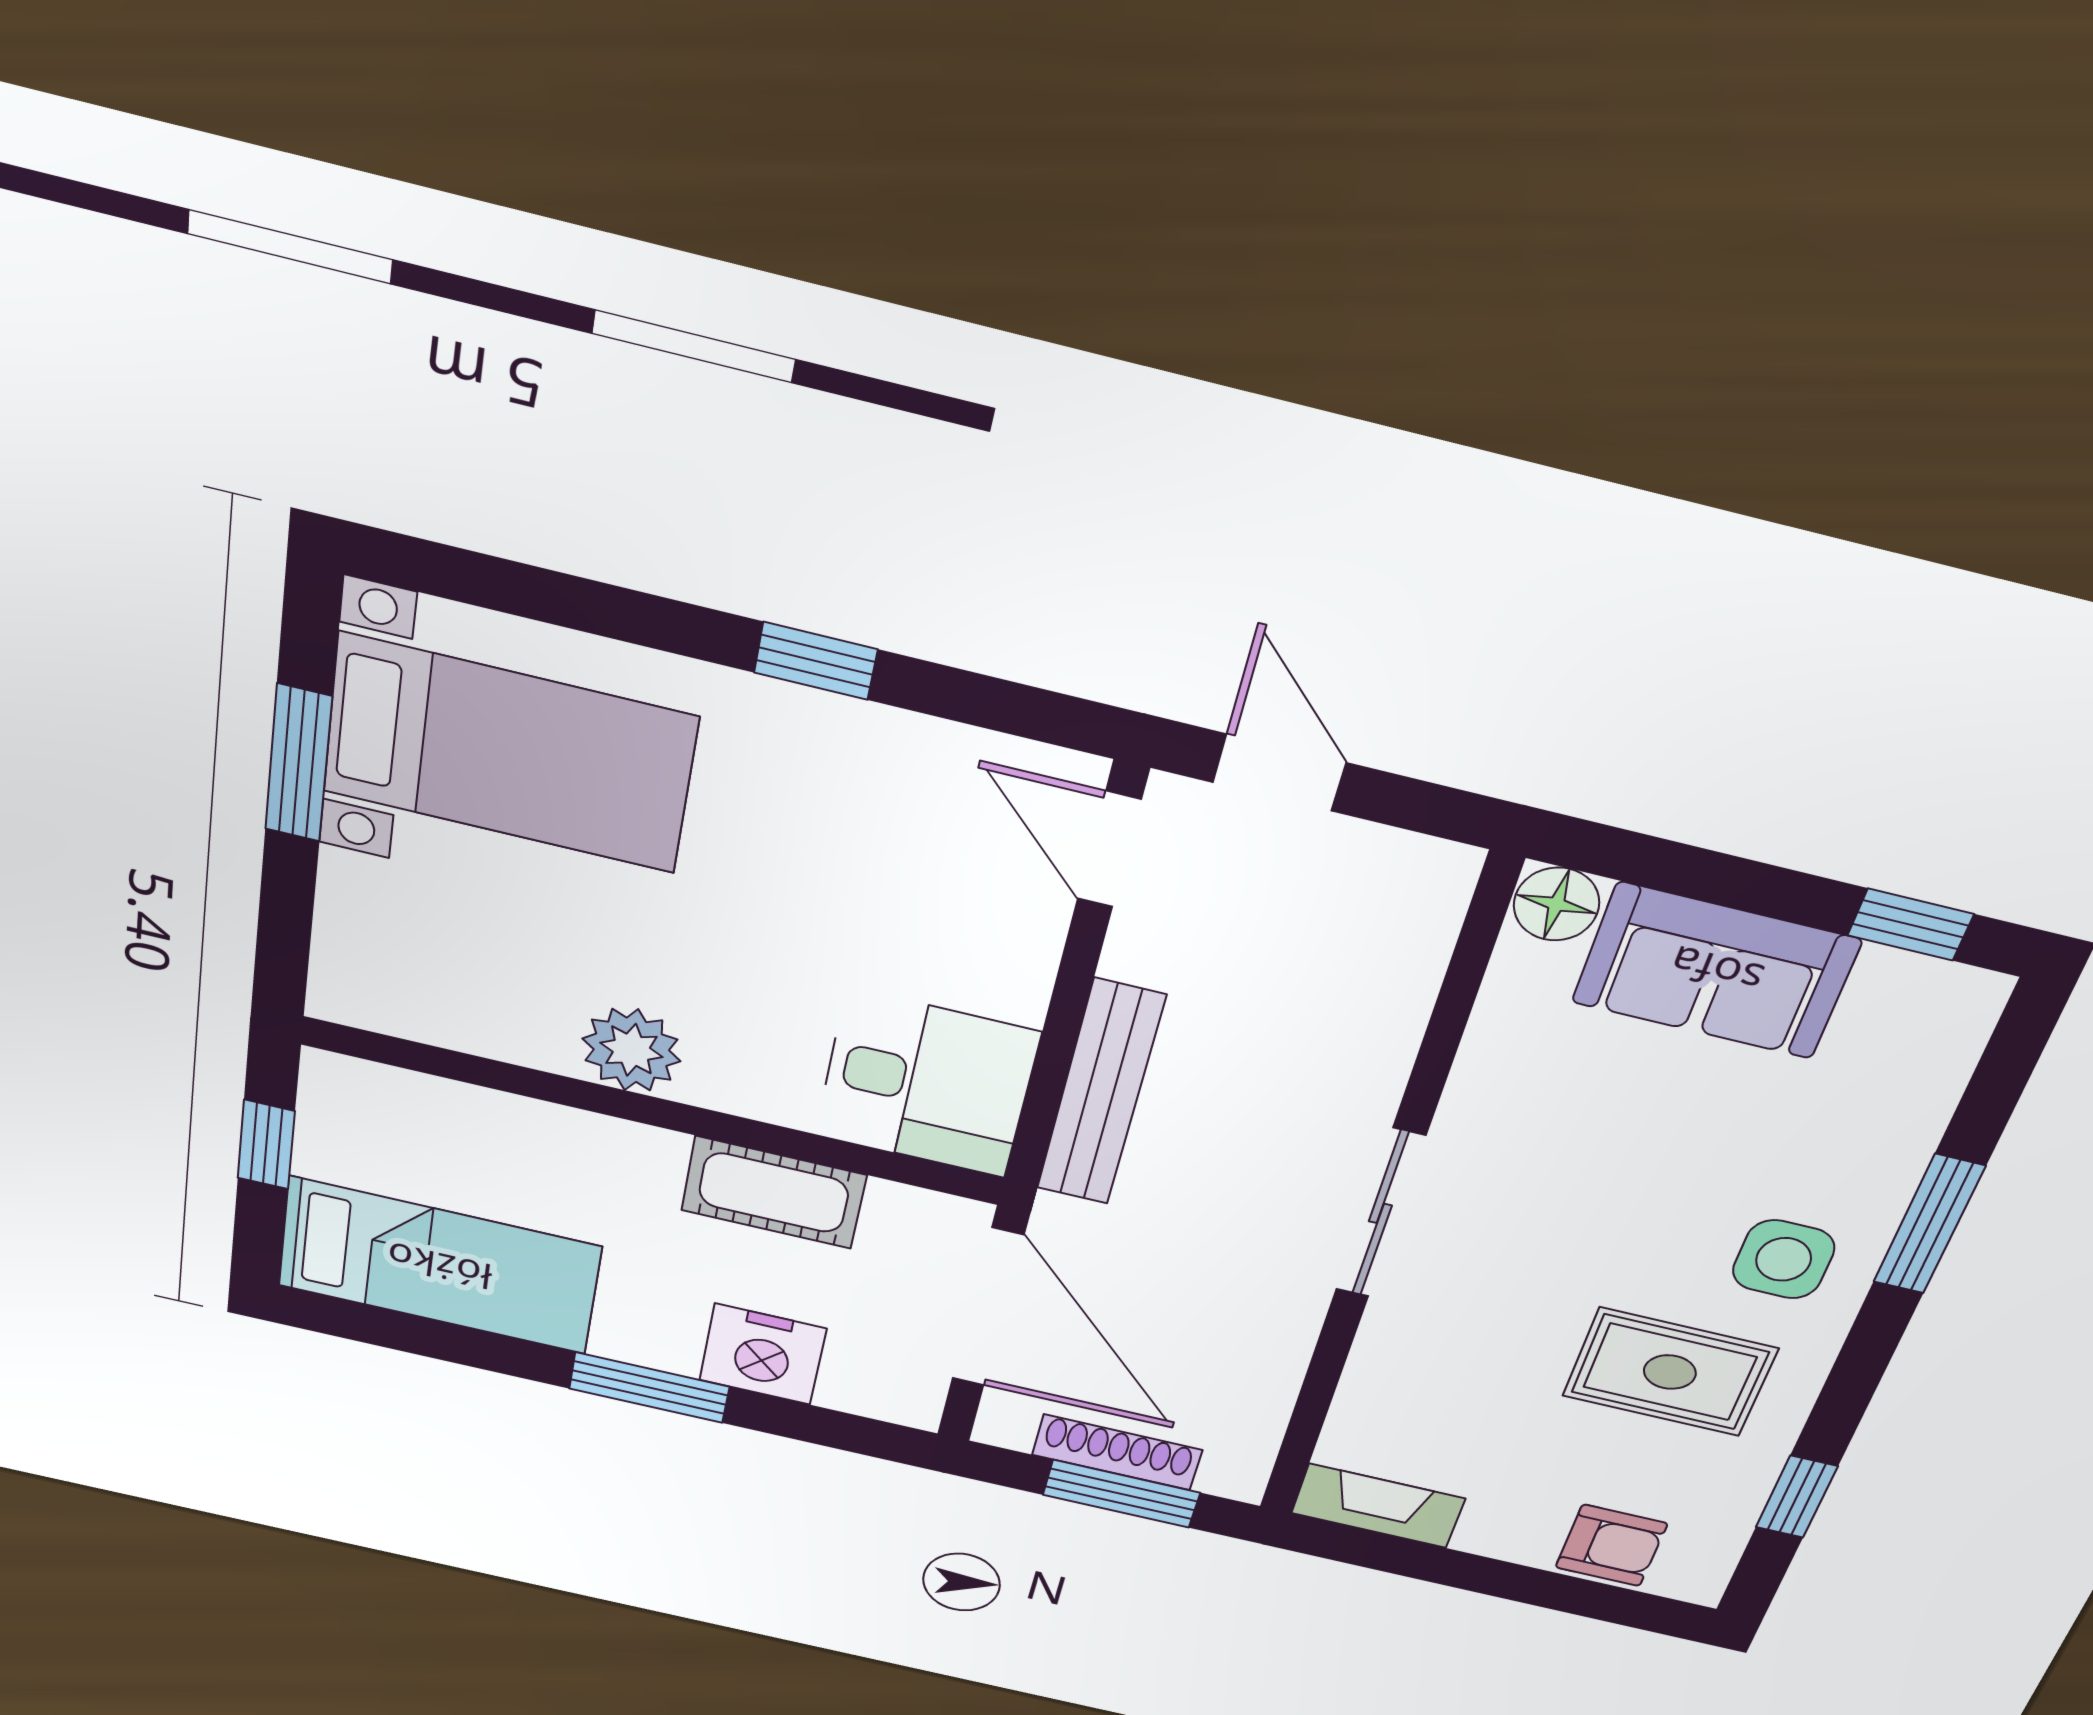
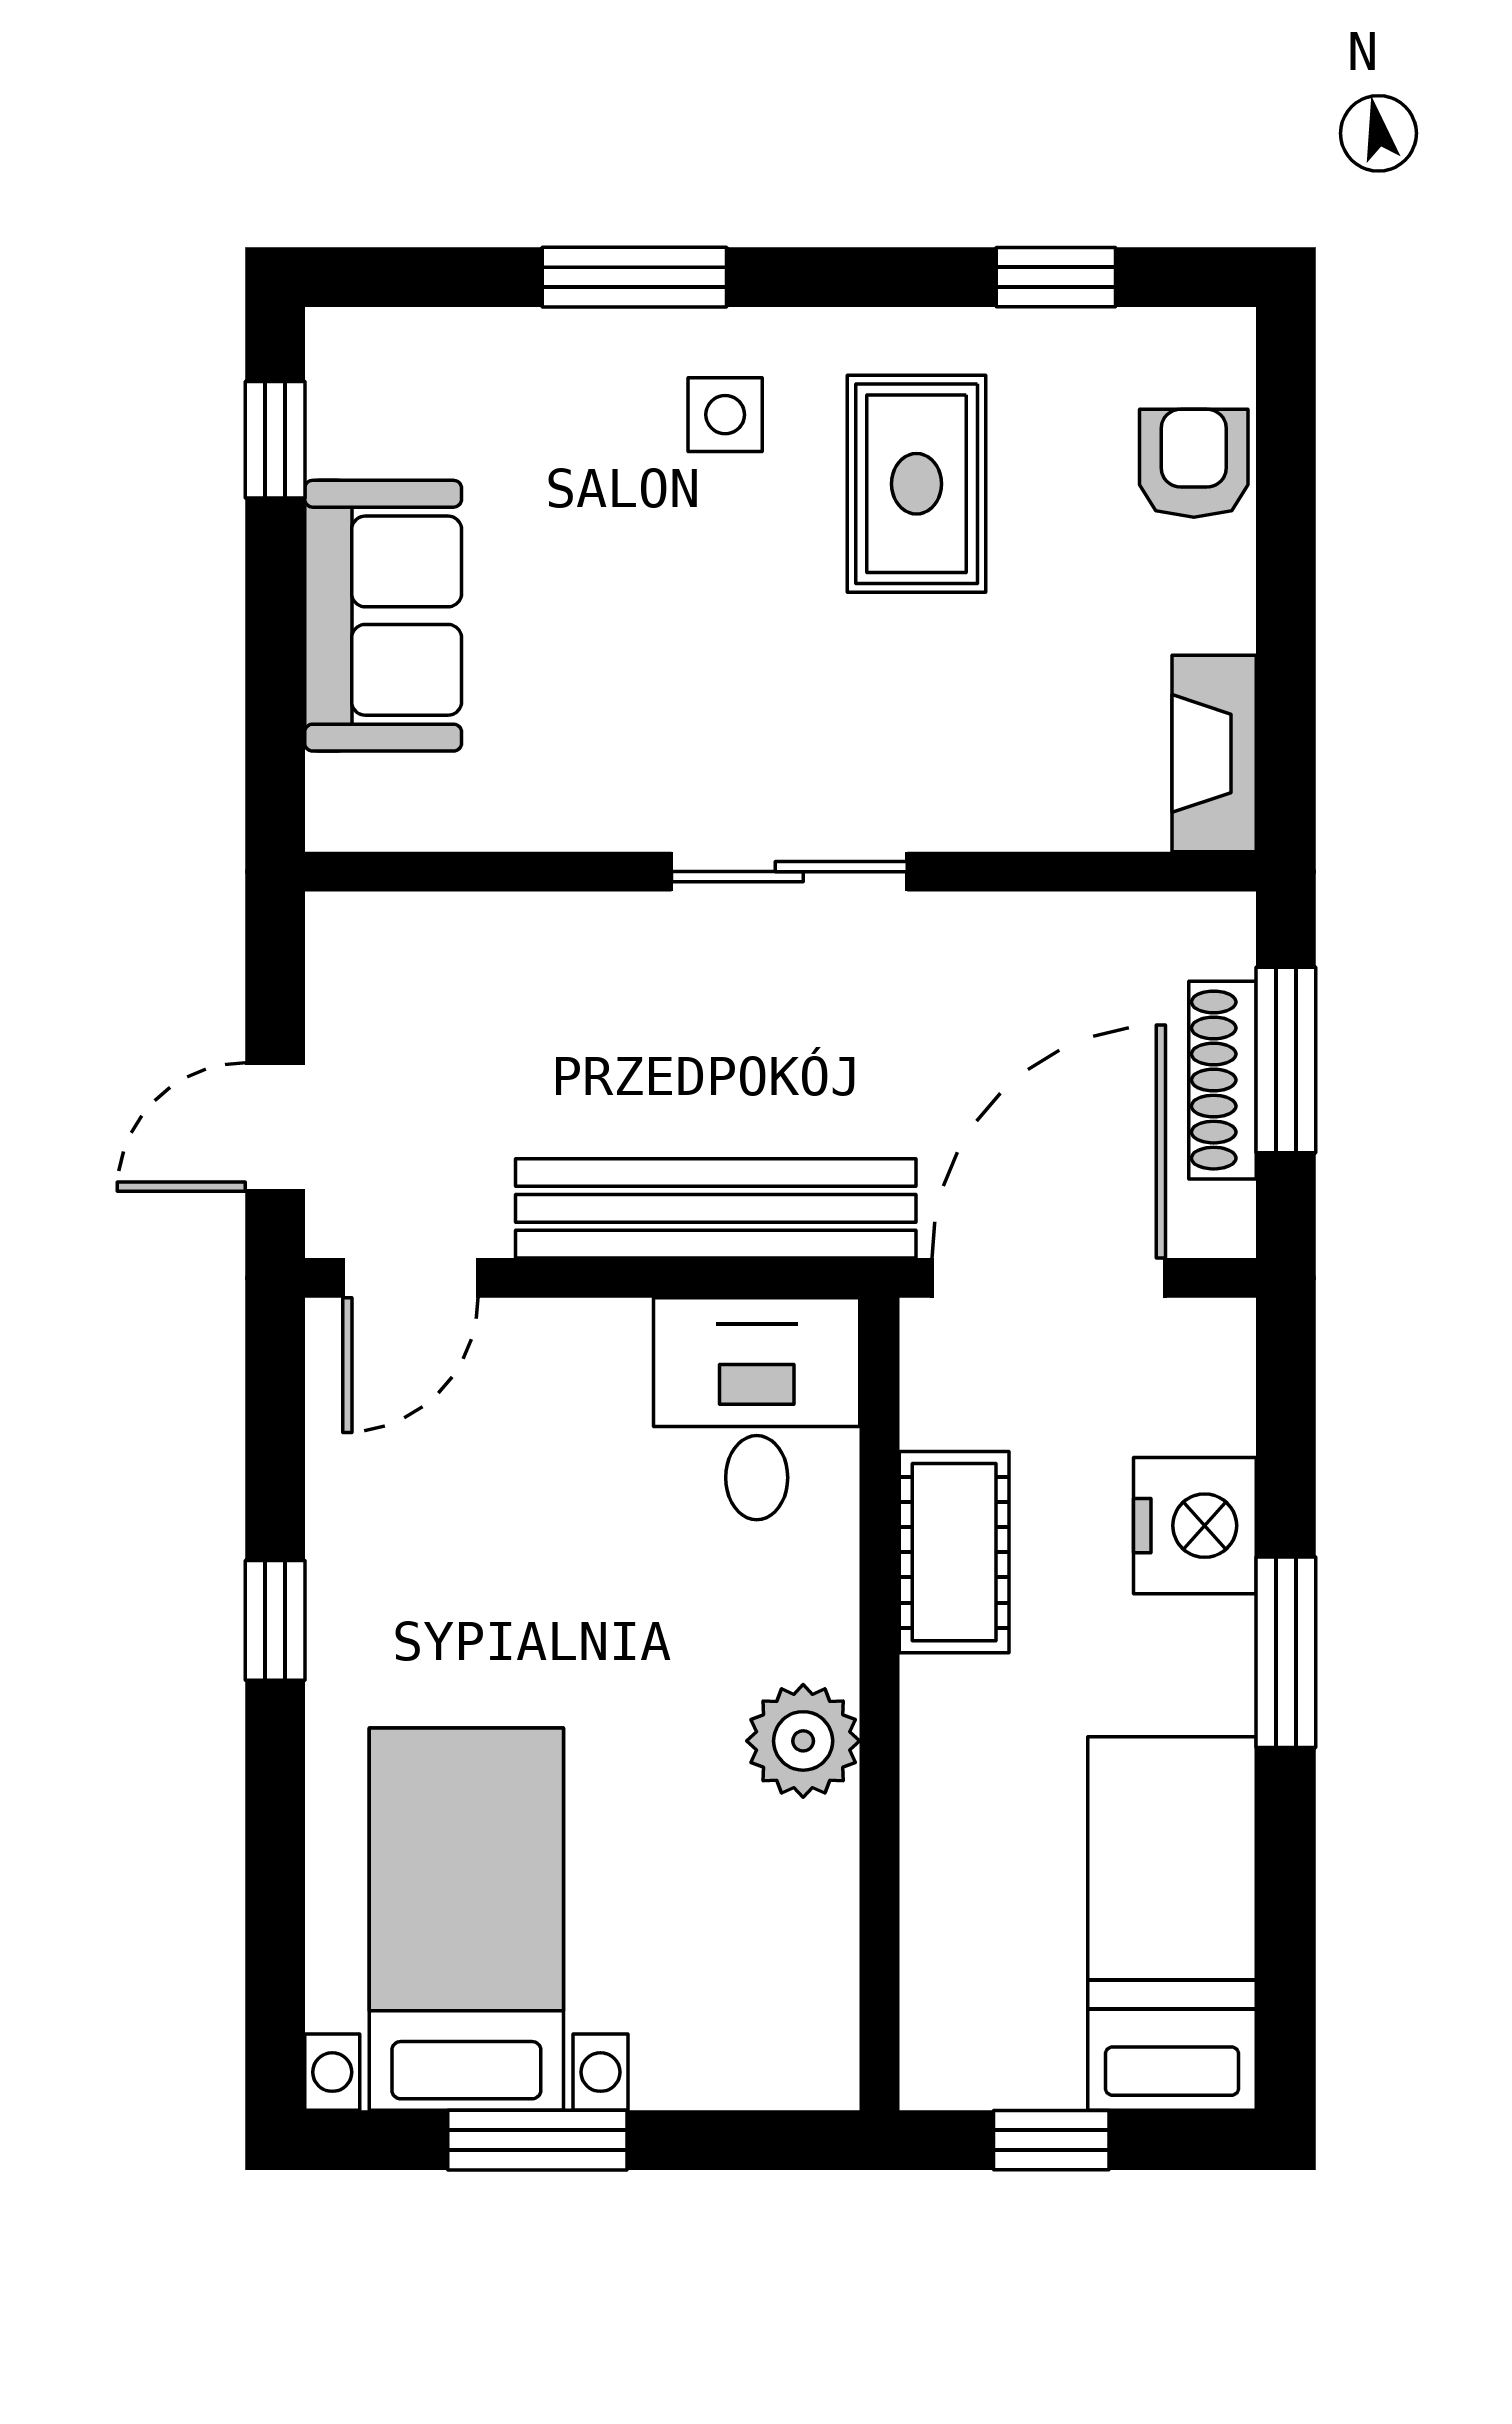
floor lamp: (1556, 904) -> (349, 804), removed
bench: (1101, 1093) -> (716, 1208), width x1.37, depth x1.21
side table: (1784, 1259) -> (725, 415), width x0.73, depth x0.73

